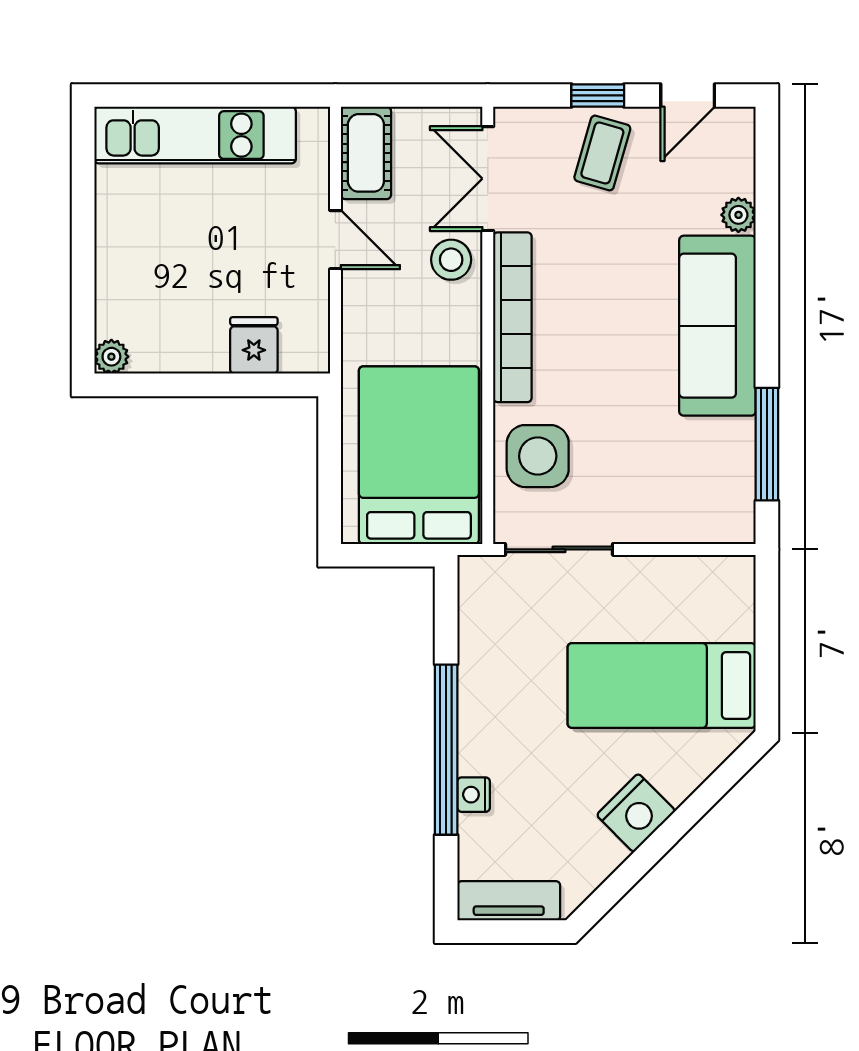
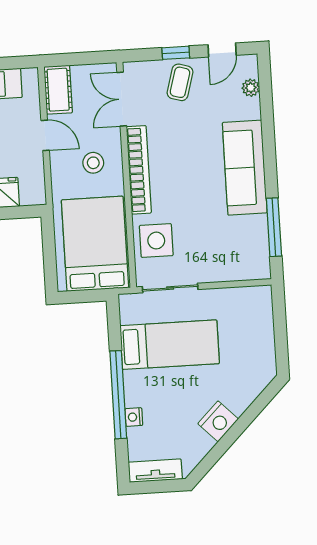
plant: (738, 215) -> (251, 88), moved
stool: (451, 260) -> (93, 163), moved
bed: (662, 685) -> (170, 345), moved, turned 180

